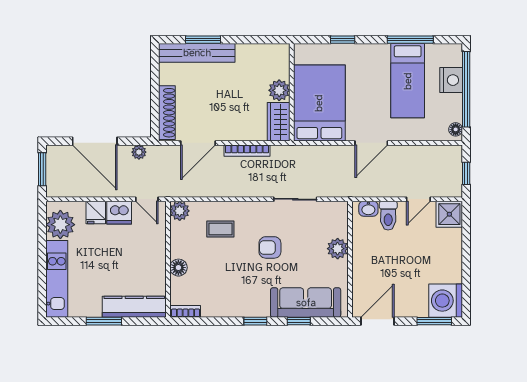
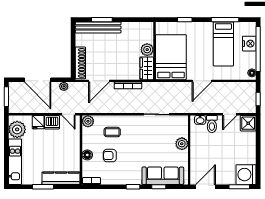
armchair: (270, 247) -> (110, 156), moved

